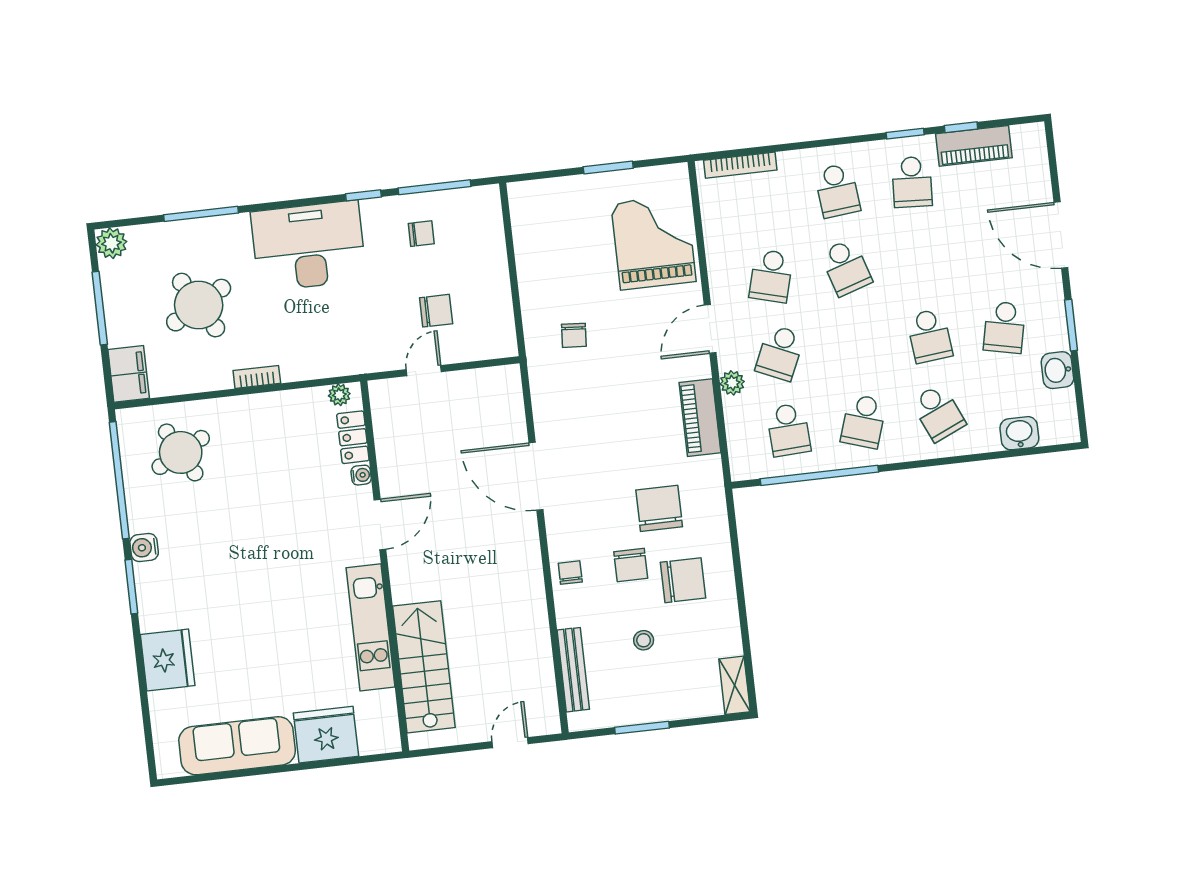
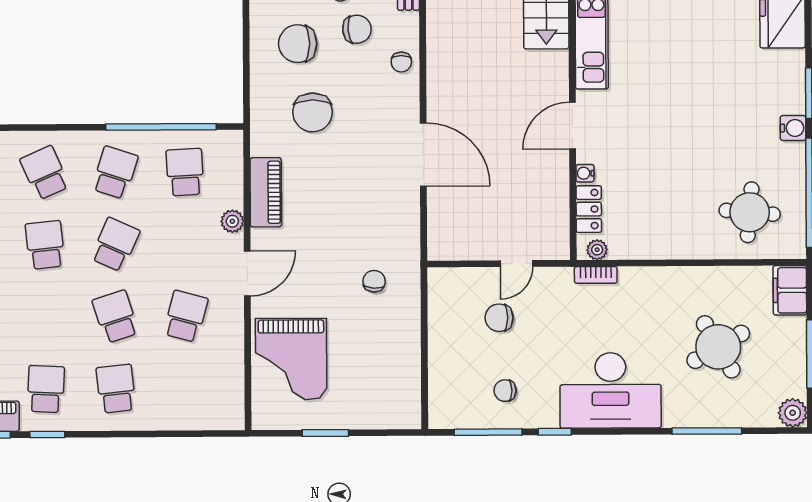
bookcase: (740, 165) -> (203, 422), removed
school desk: (780, 353) -> (115, 245), moved
bookcase: (257, 377) -> (596, 275), moved
round table: (181, 452) -> (750, 212), turned 33
chair: (631, 565) -> (357, 29), moved, turned 85

